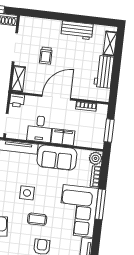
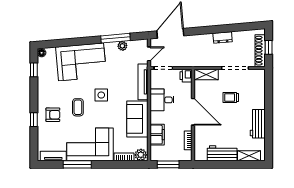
filing cabinet: (63, 137) -> (157, 135), moved
window: (100, 204) -> (77, 164), moved

